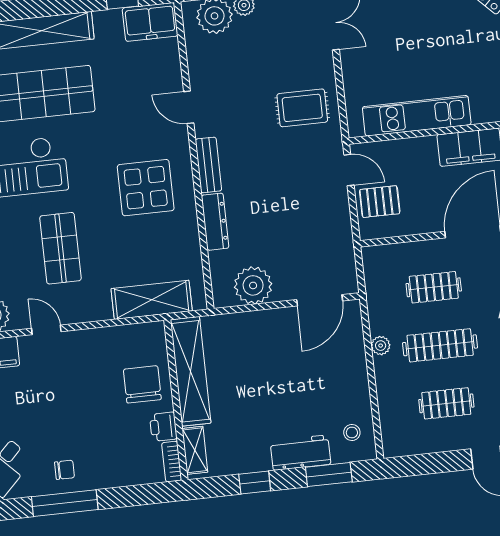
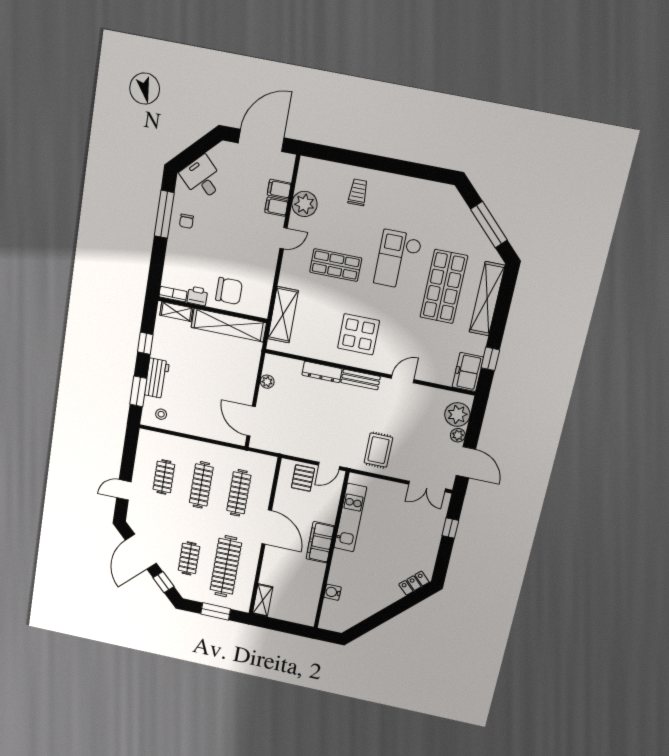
plant: (253, 285) -> (267, 382), width x0.53, depth x0.53
clothes rail: (434, 287) -> (239, 493), width x1.36
plant: (381, 346) -> (211, 449), removed

